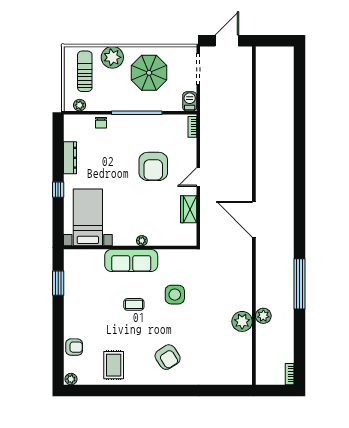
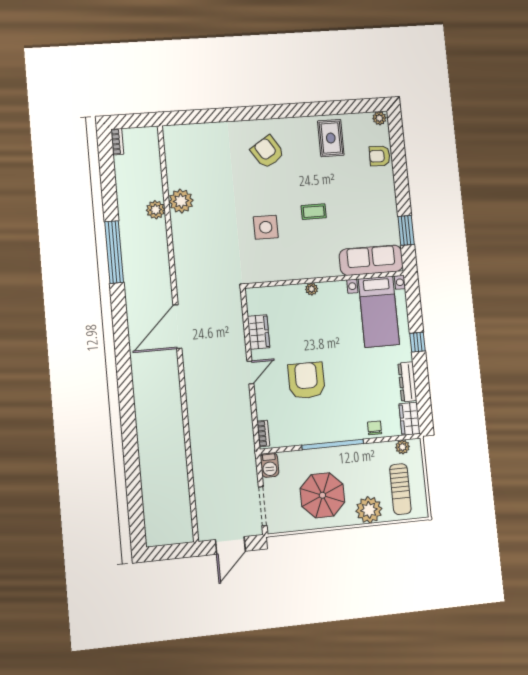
wardrobe: (71, 127) -> (410, 419), added
door: (254, 219) -> (177, 327), swing flipped
sofa: (131, 260) -> (371, 260), moved

